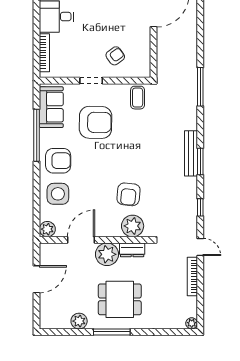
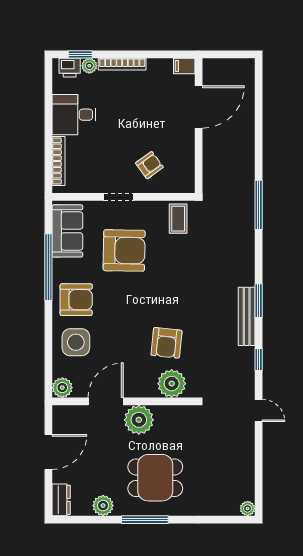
bench: (191, 153) -> (247, 316), moved
dresser: (132, 250) -> (61, 500), moved, turned -90
bookcase: (192, 277) -> (248, 448), removed

